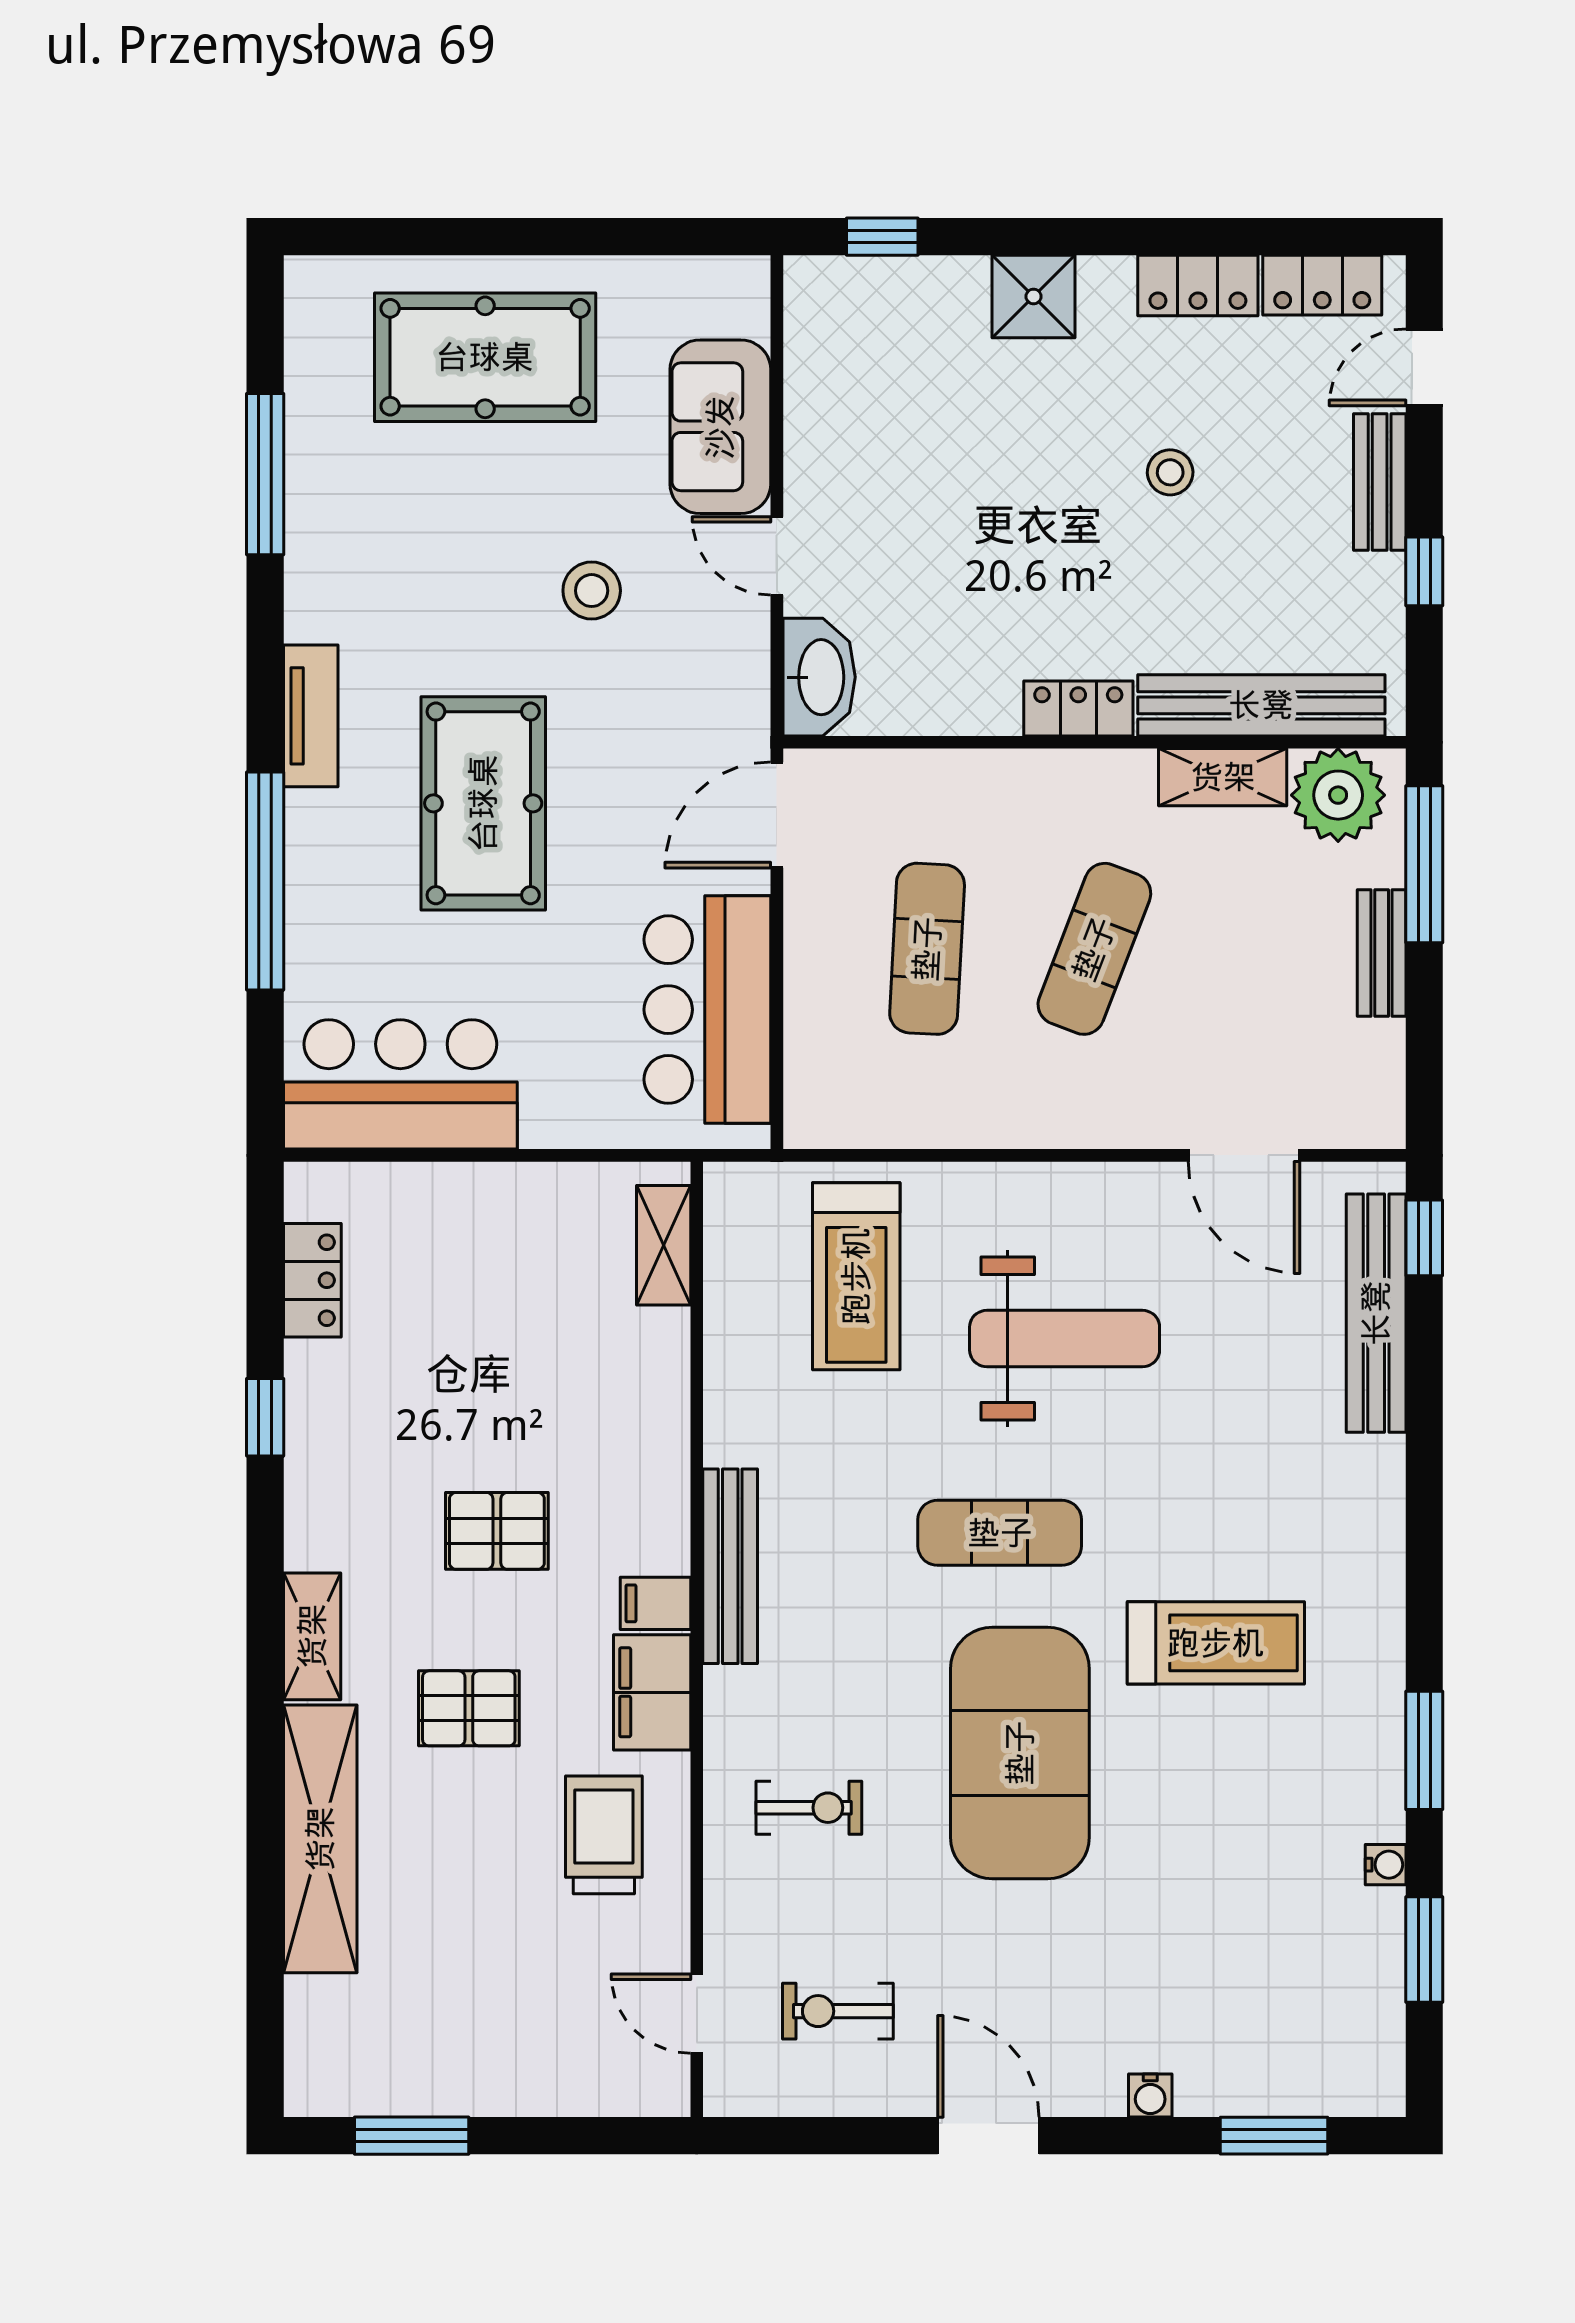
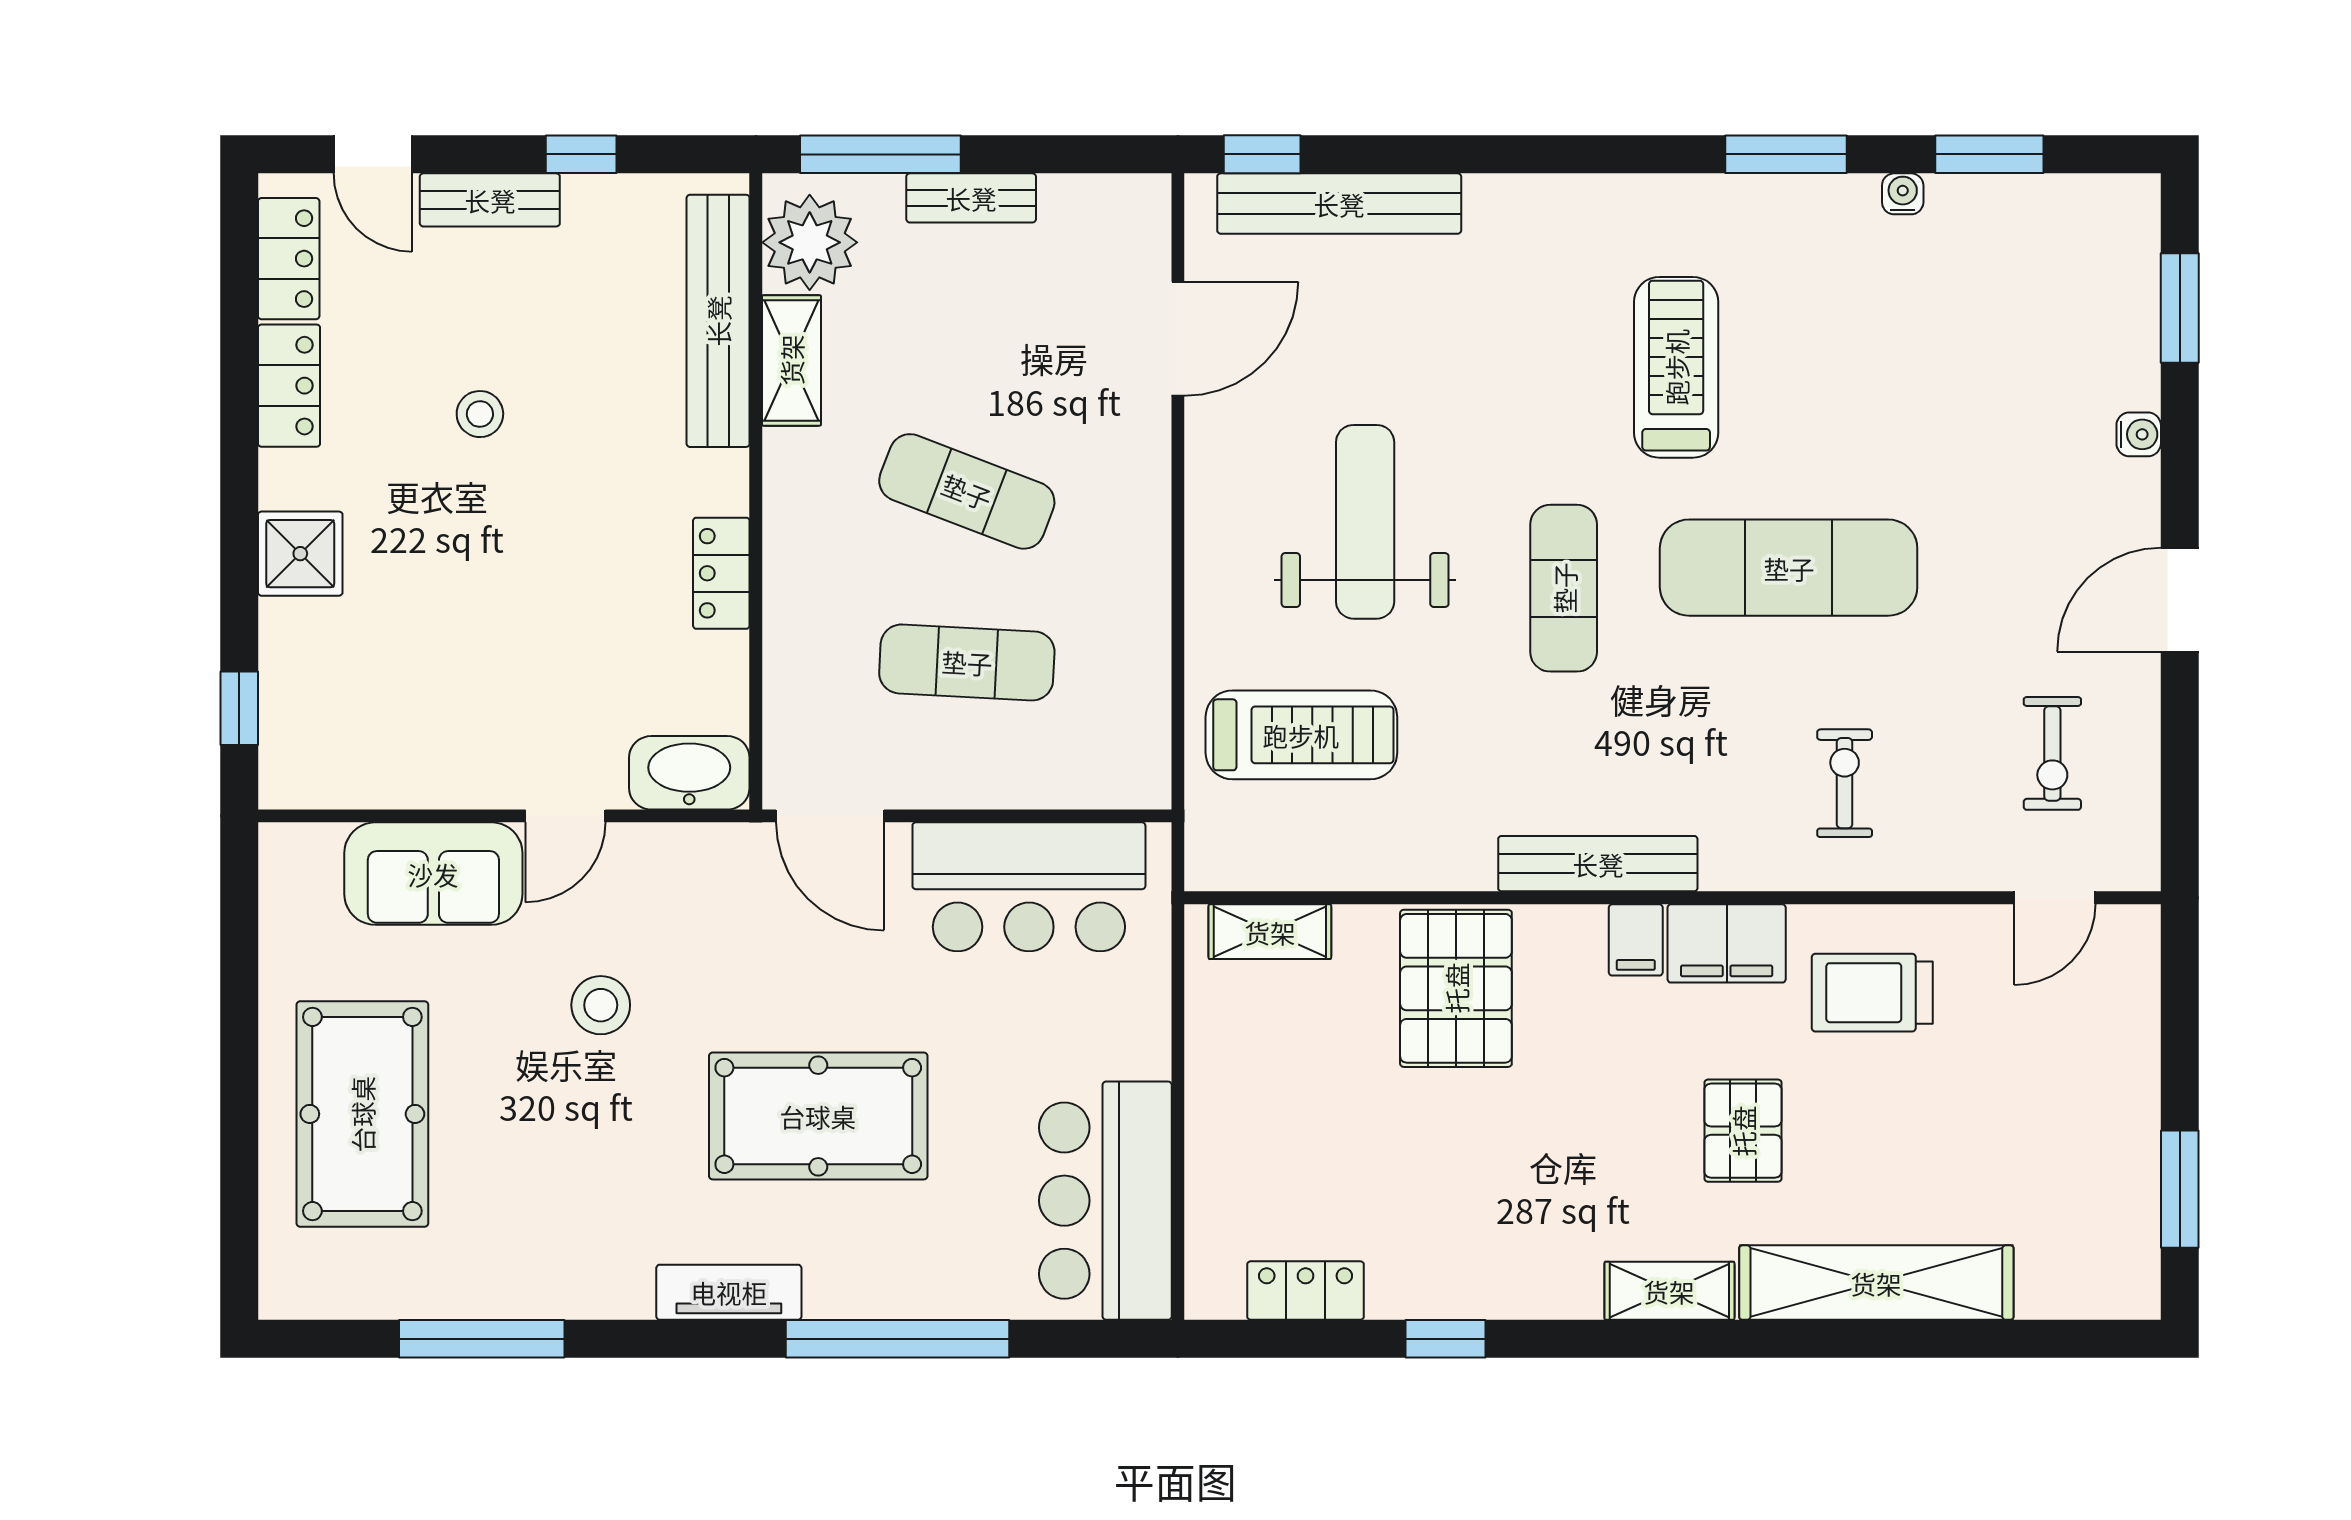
locker: (1078, 709) -> (721, 573), moved
pallet: (497, 1531) -> (1456, 988), moved, width x1.50, depth x1.42
exercise mat: (1020, 1753) -> (1789, 568), width x0.68

